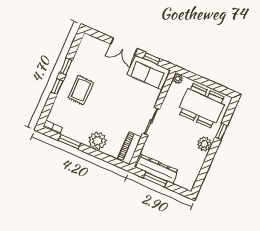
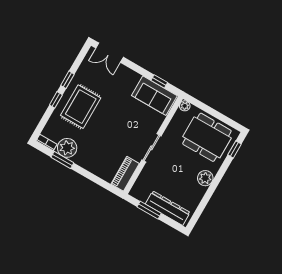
double door: (124, 46) -> (110, 53), moved
rug: (81, 90) -> (81, 107), width x1.36, depth x1.43
window: (221, 132) -> (234, 149), moved
plant: (97, 141) -> (67, 148), moved
dresser: (157, 169) -> (168, 208), moved

